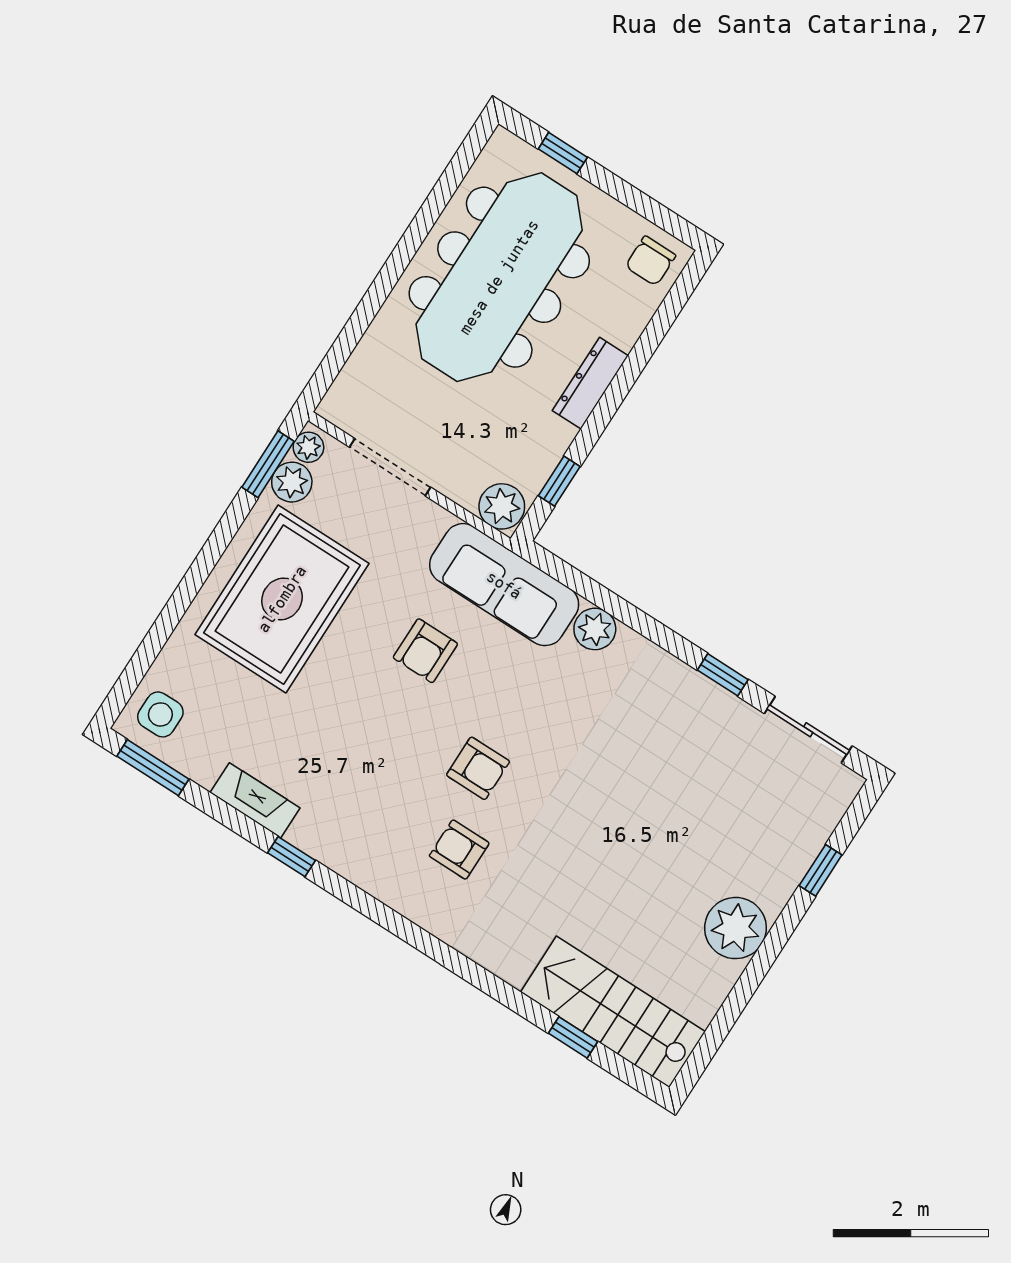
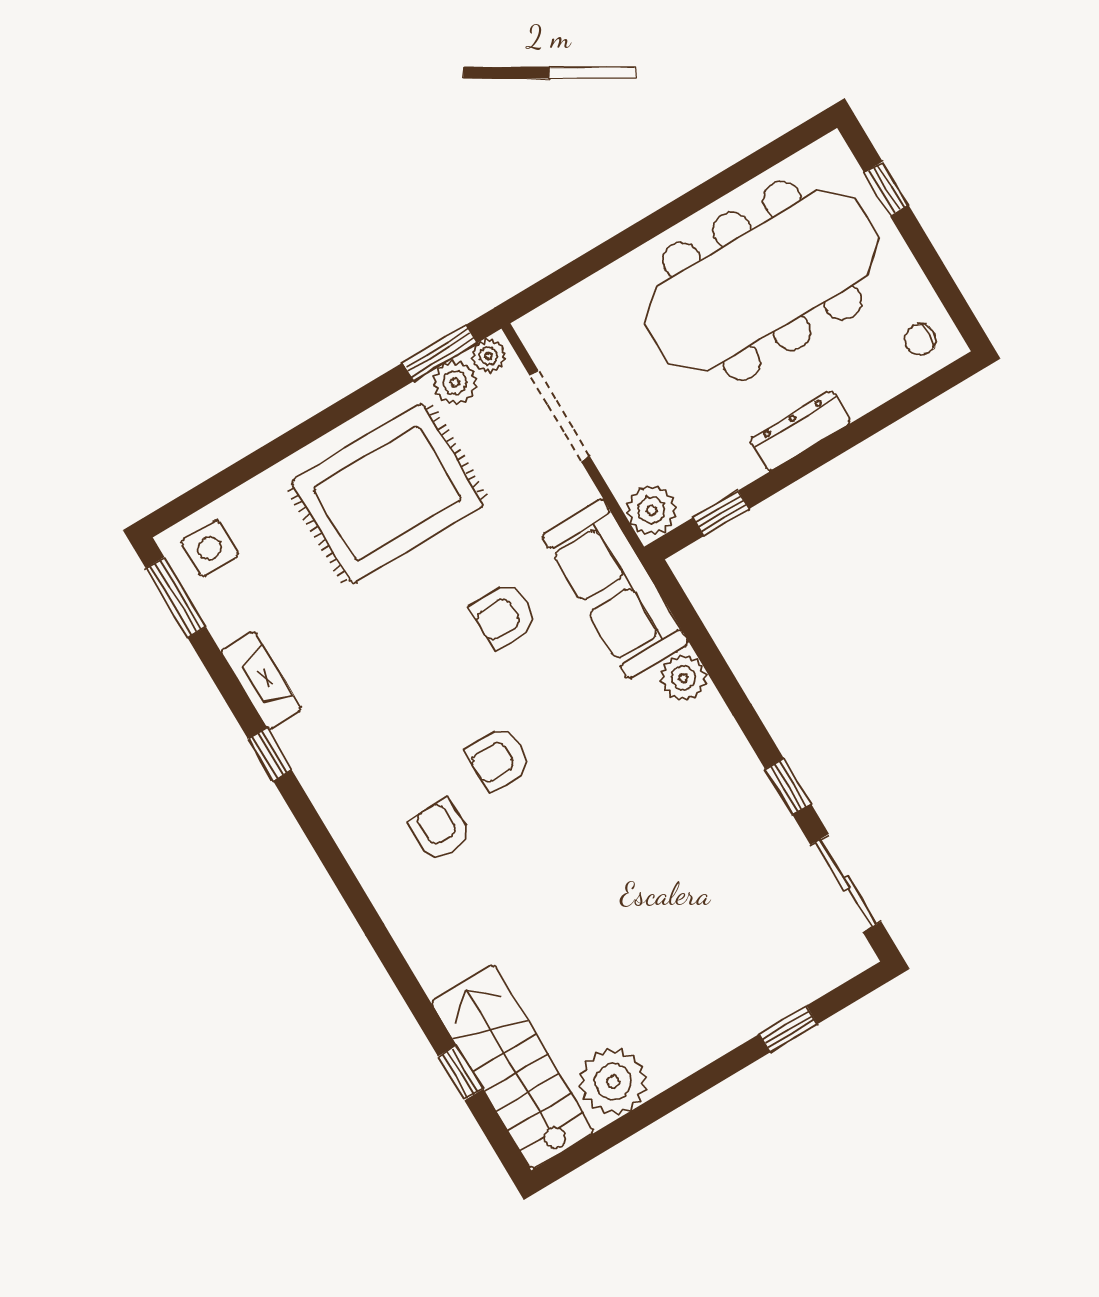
chair: (651, 261) -> (920, 340), width x0.73, depth x0.73
armchair: (478, 768) -> (499, 759), turned 90
plant: (735, 928) -> (613, 1082), moved

